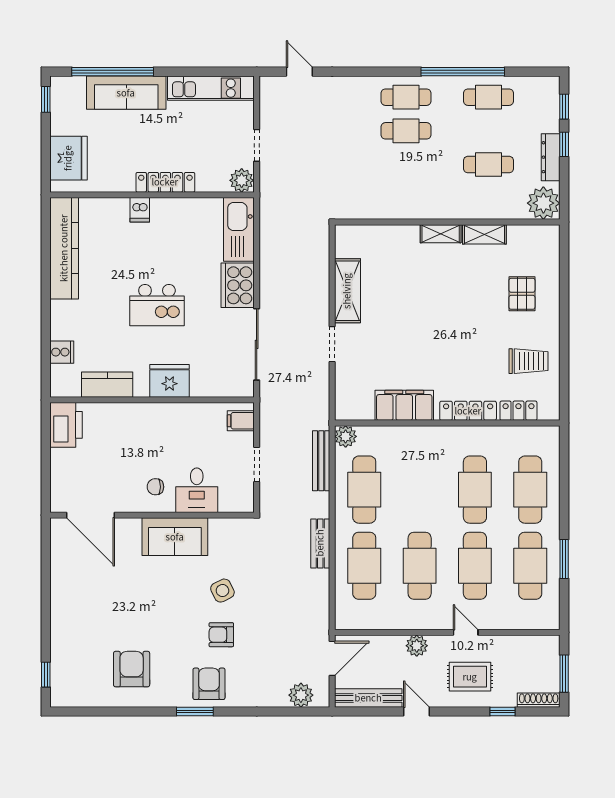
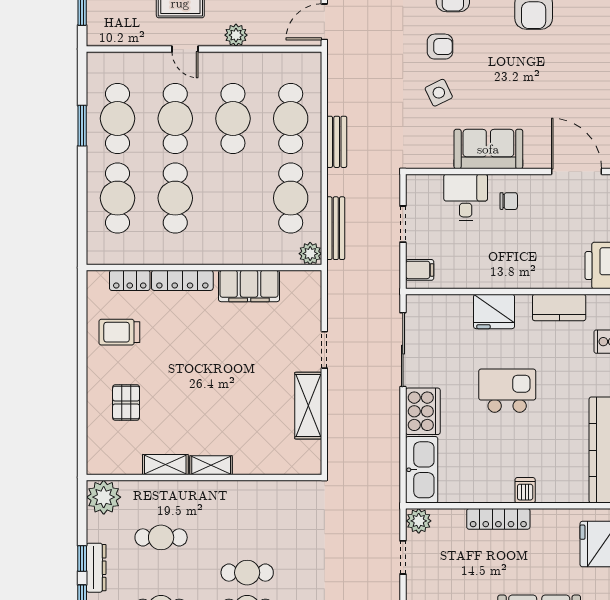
dresser: (551, 157) -> (96, 568), moved

